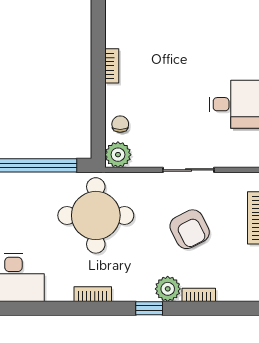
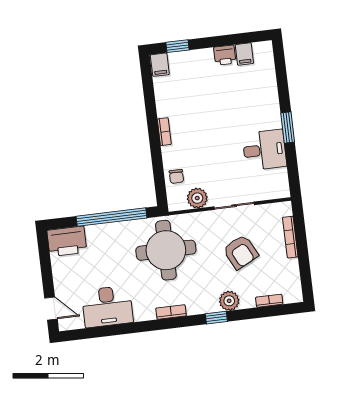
chair: (120, 124) -> (176, 176), turned 180
plant: (118, 155) -> (197, 198), moved
bookcase: (199, 295) -> (269, 301), moved

